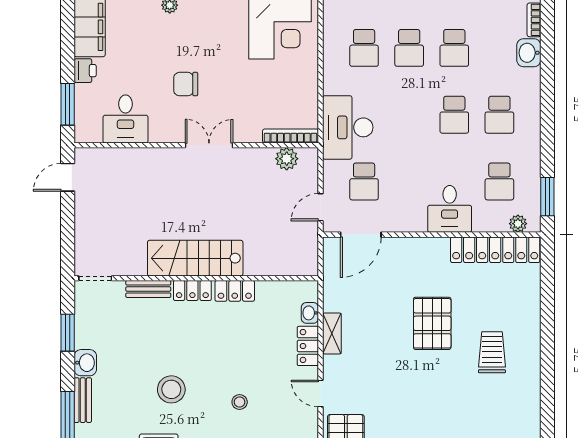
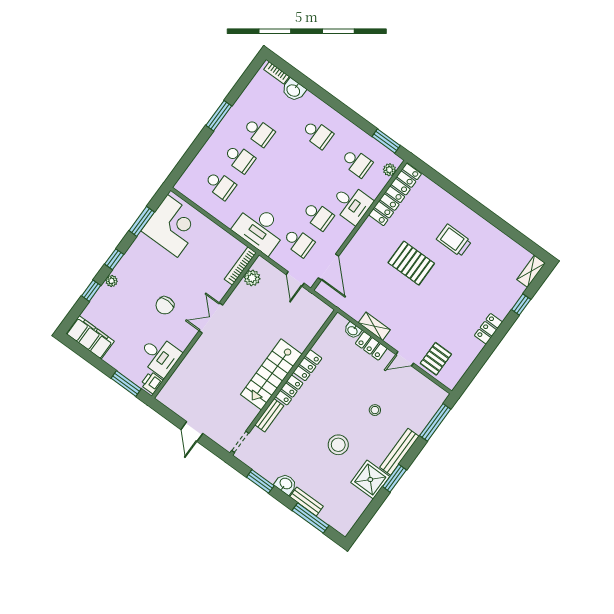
printer: (85, 71) -> (152, 383), moved, turned -90
school desk: (454, 115) -> (318, 216), moved
door: (68, 177) -> (192, 431), moved

